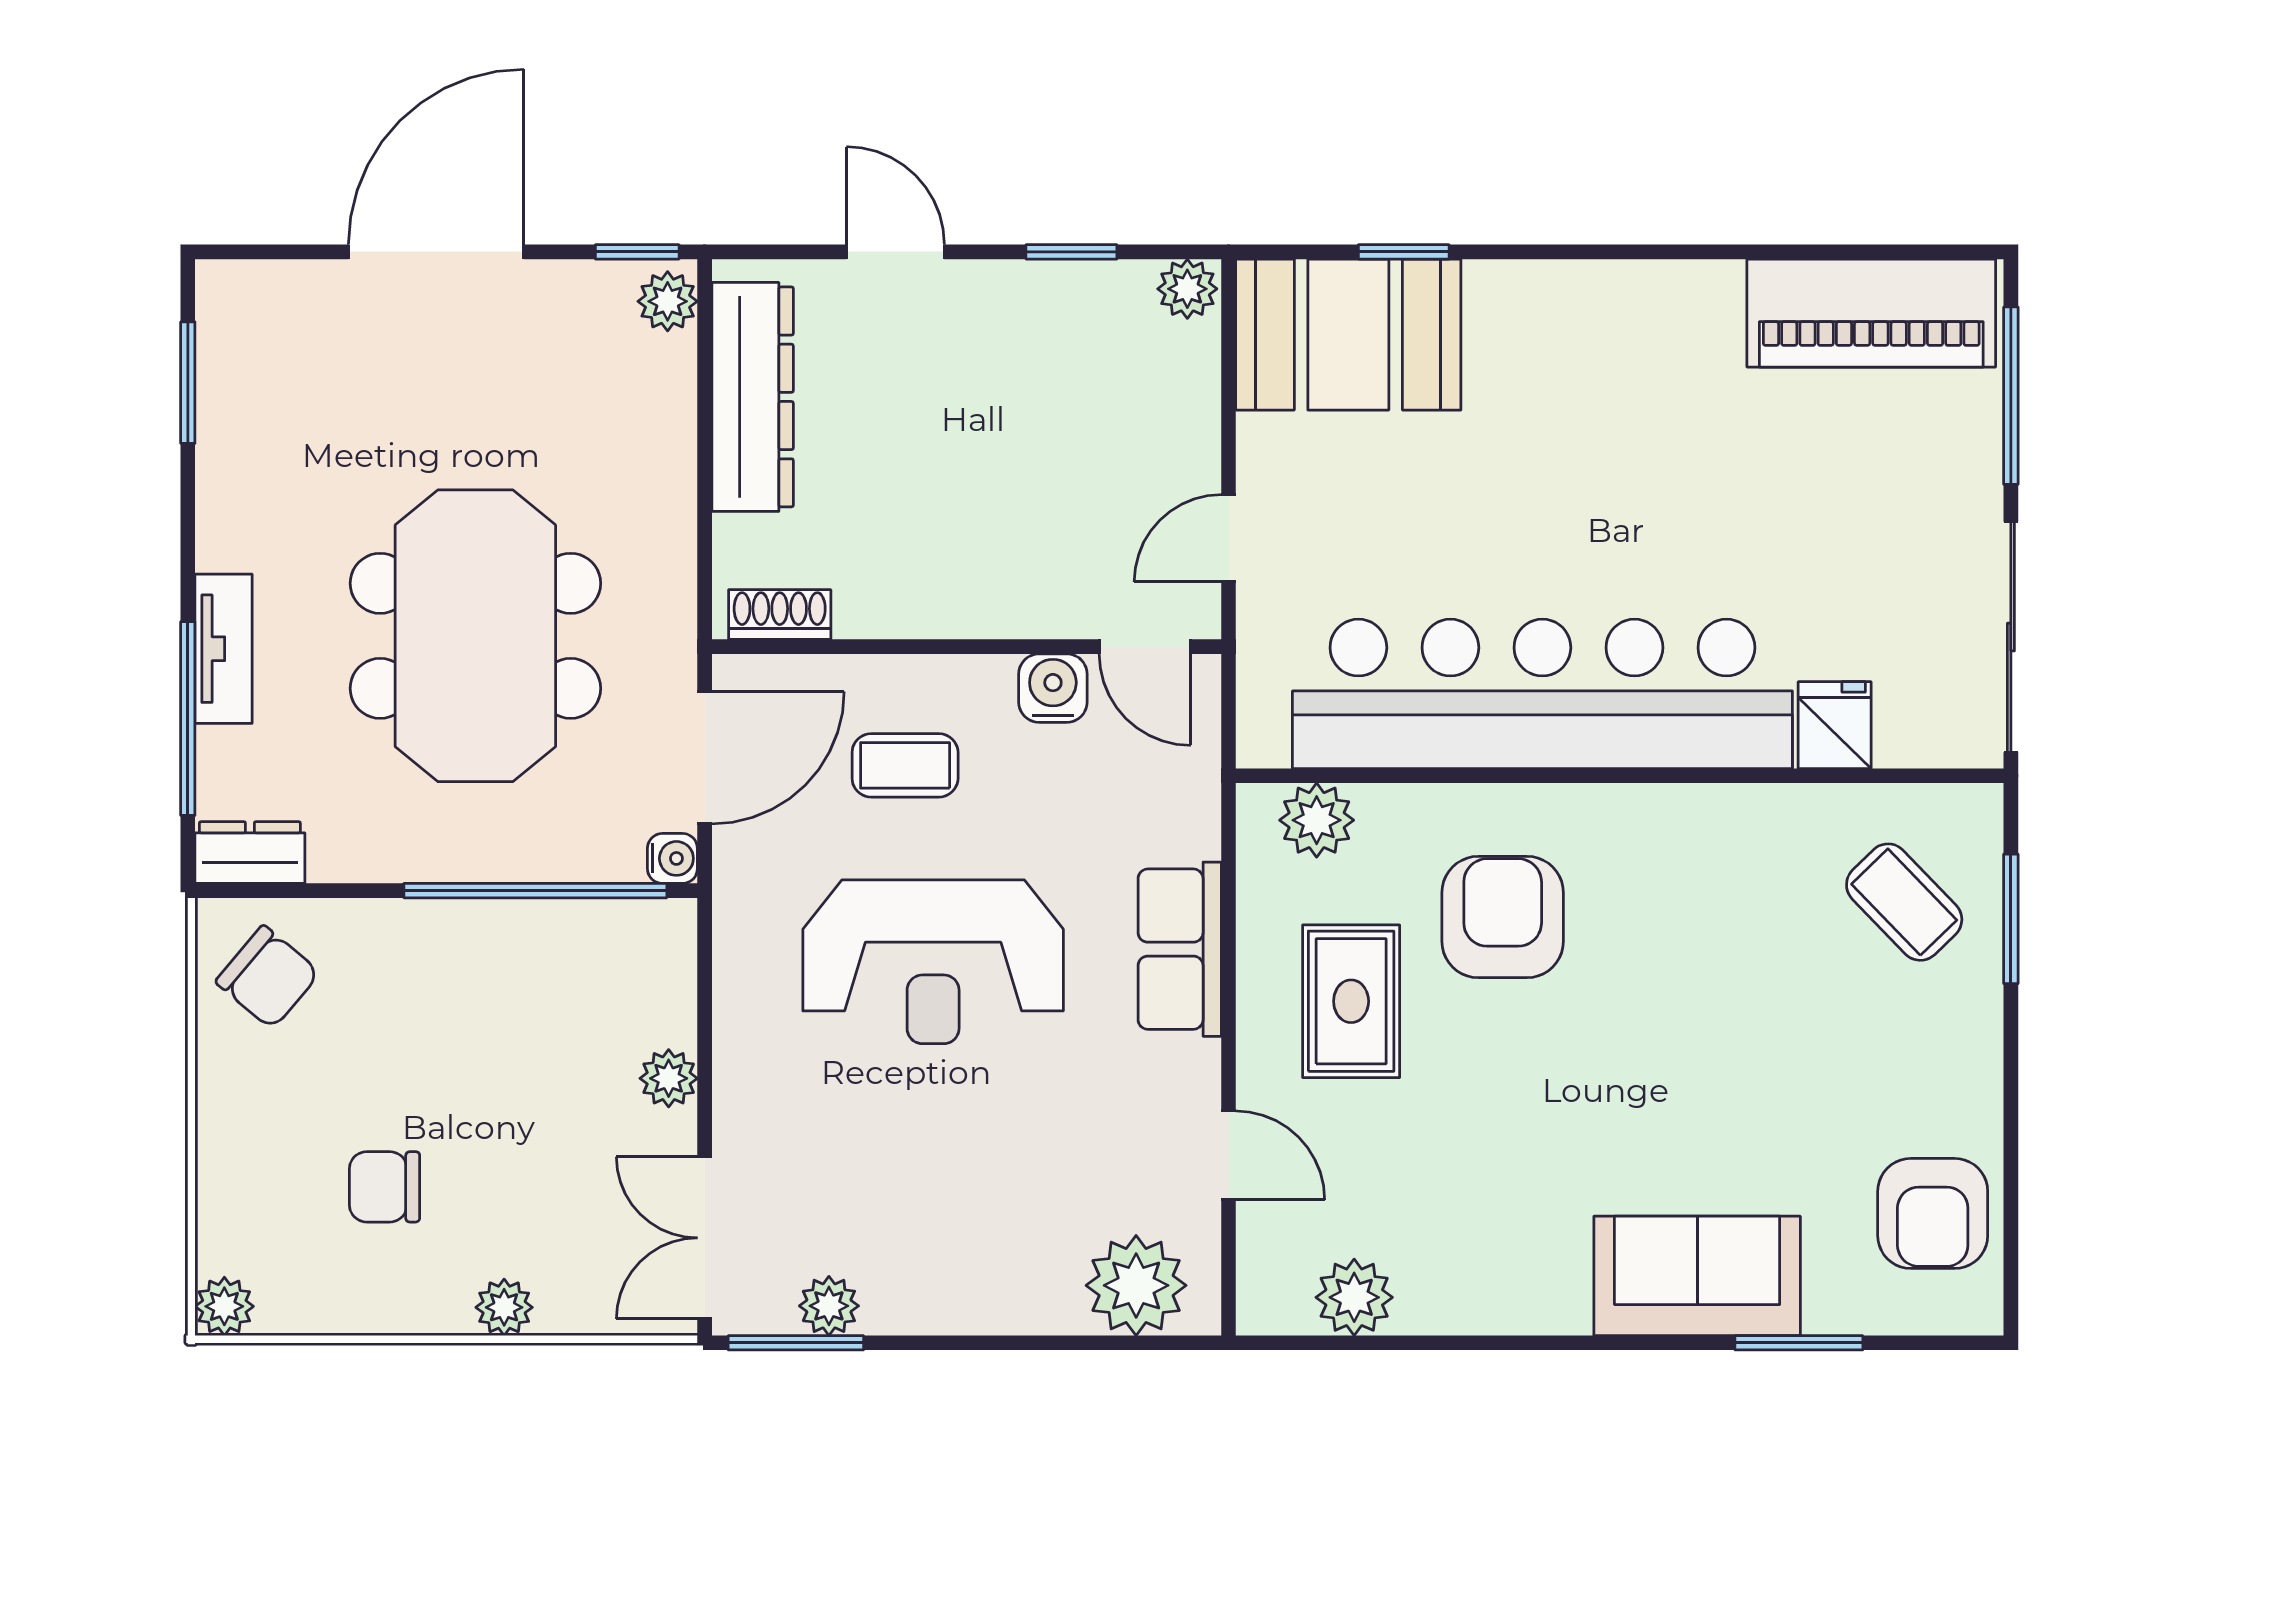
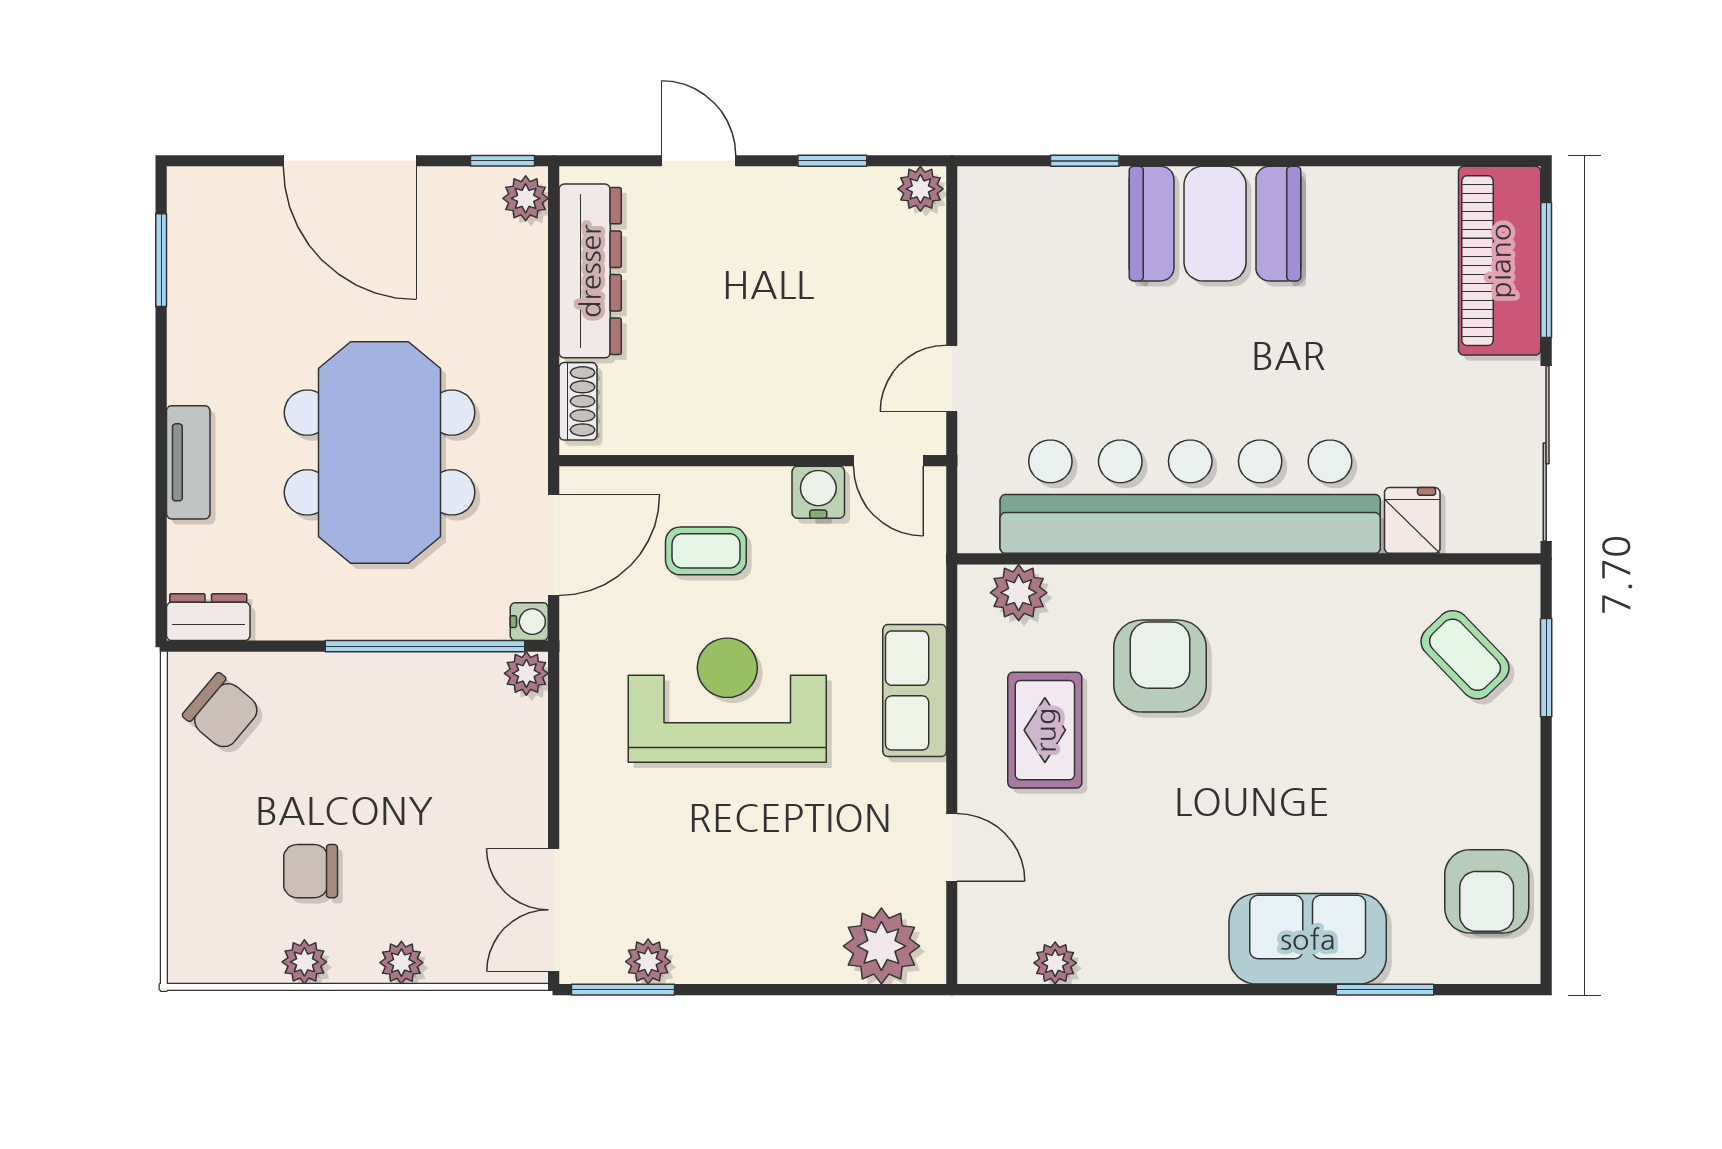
door: (436, 252) -> (350, 161), swing flipped
piano: (1871, 313) -> (1500, 261), moved, turned 90
booth: (1348, 335) -> (1215, 224), moved
shoe rack: (780, 615) -> (578, 401), moved, turned 90
window: (188, 719) -> (161, 515), removed
reception desk: (933, 962) -> (727, 700), turned 180
plant: (669, 1078) -> (526, 673), moved
plant: (1354, 1297) -> (1055, 963), width x0.73, depth x0.73
plant: (224, 1306) -> (304, 962), moved

